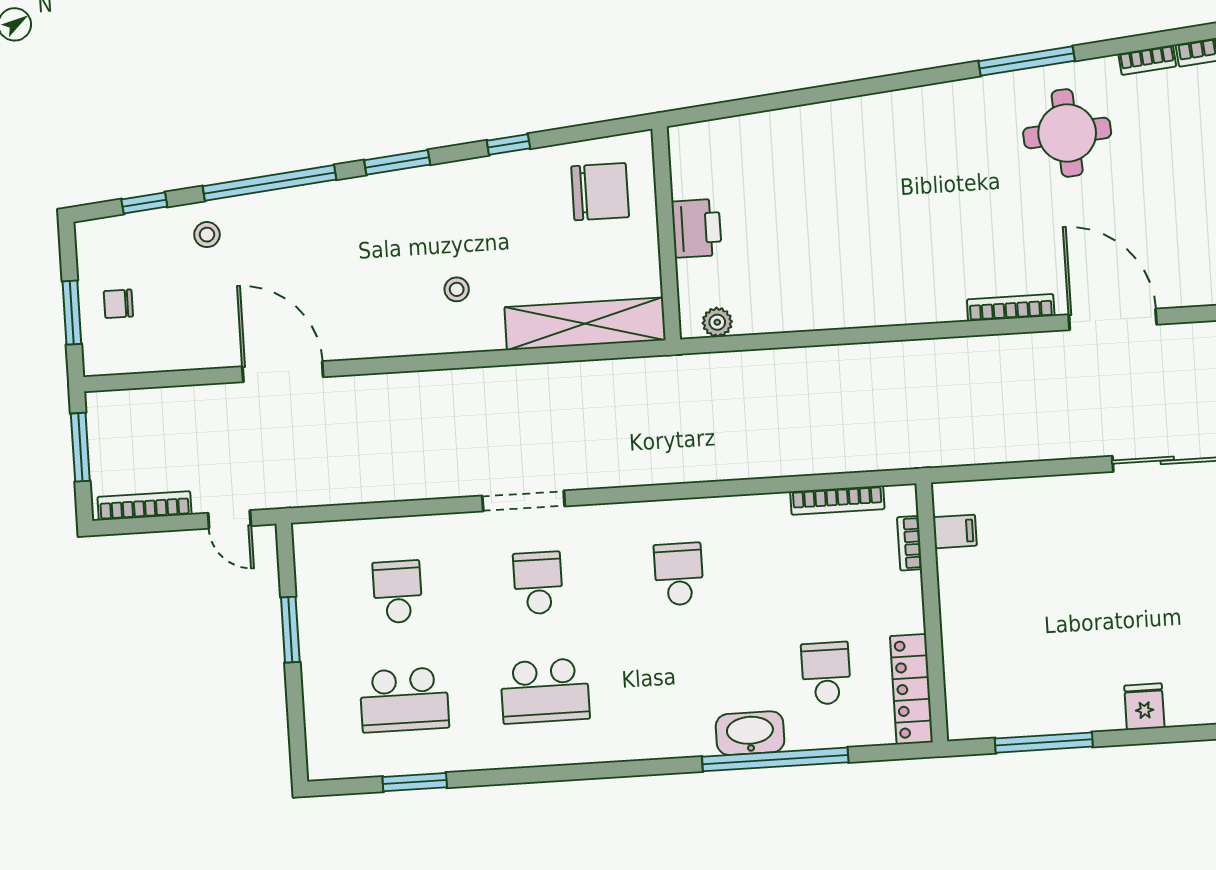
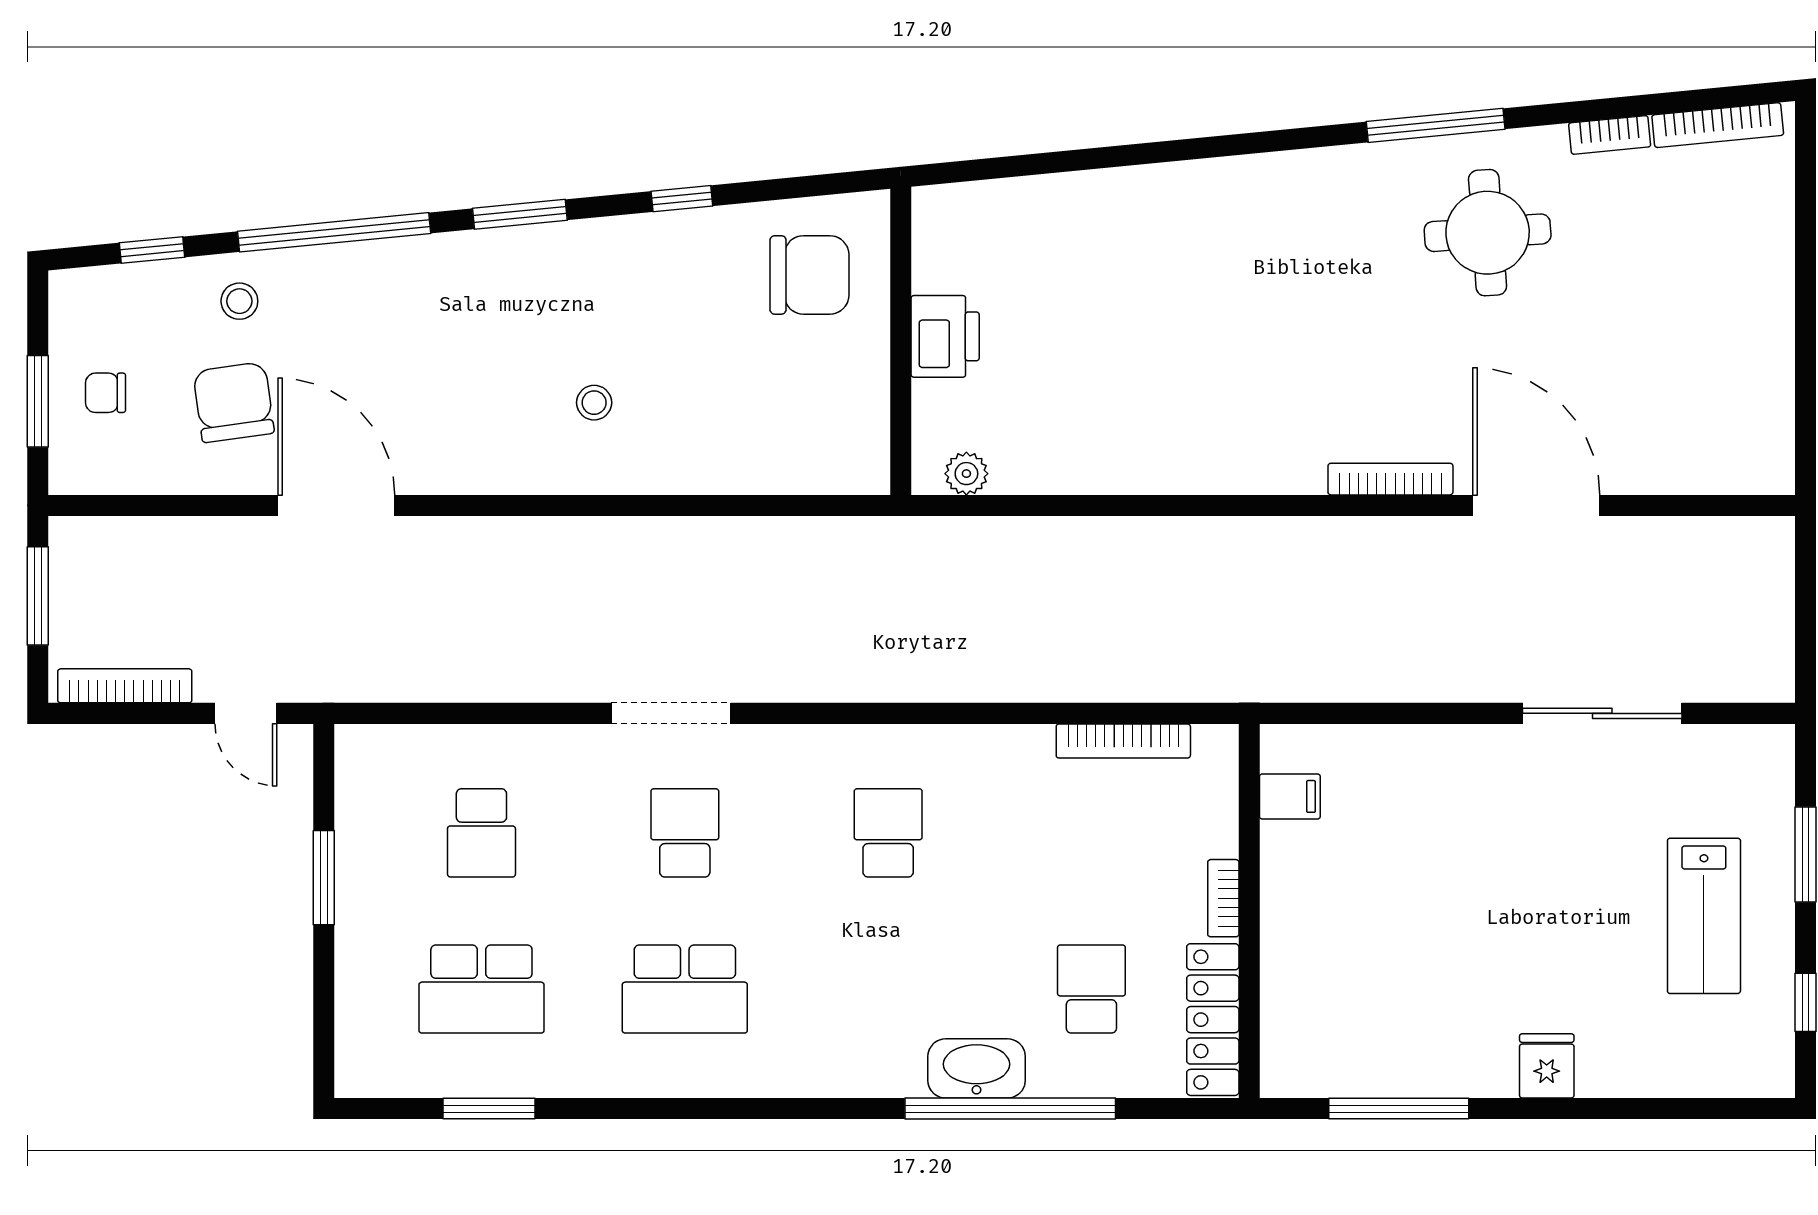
chair: (207, 305) -> (234, 402), added
shelving: (585, 324) -> (776, 464), removed
bookcase: (909, 543) -> (1223, 898), moved
school desk: (397, 592) -> (481, 833), turned 180

